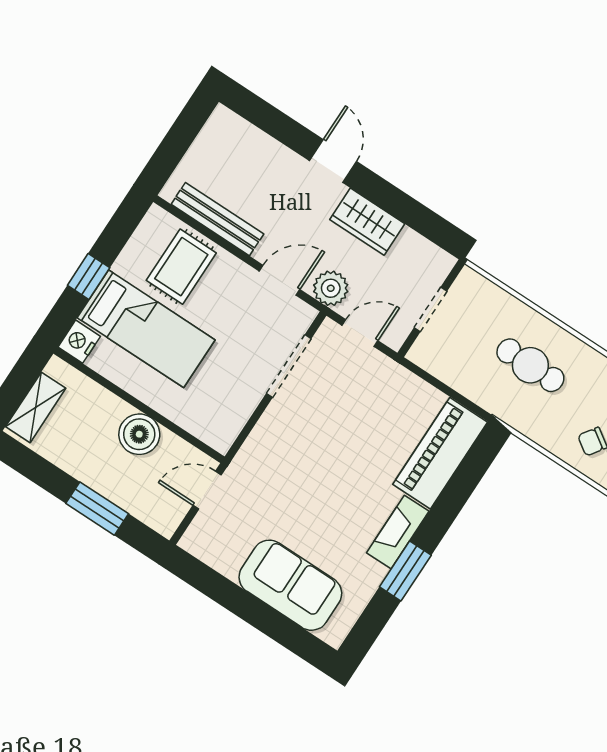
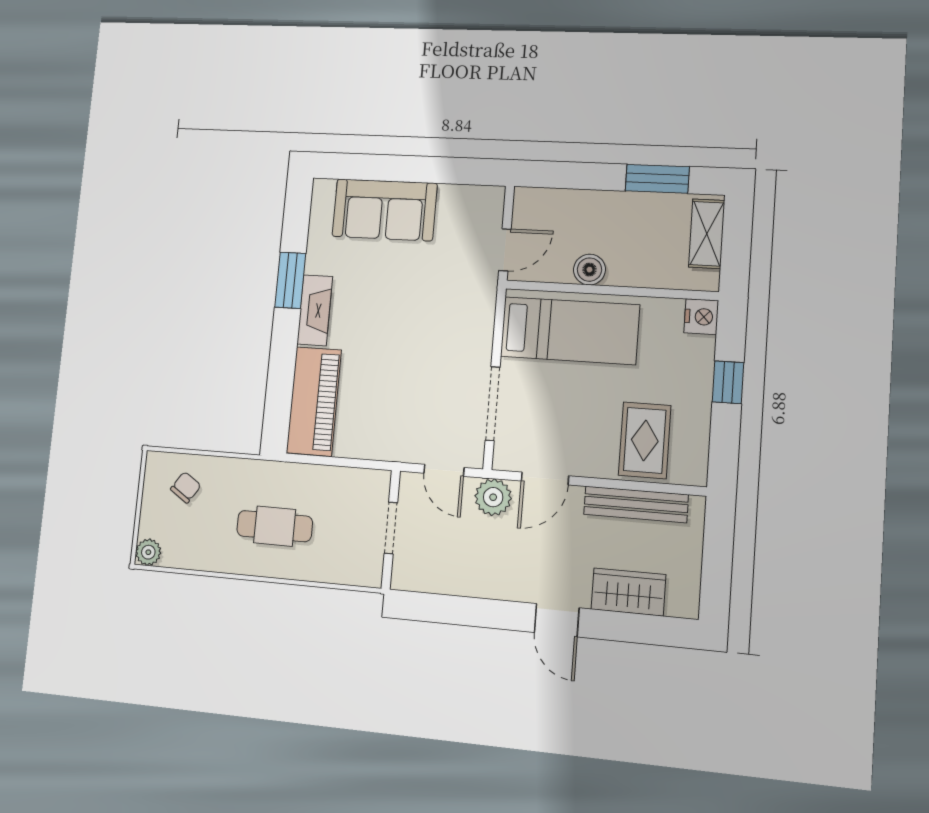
wardrobe: (367, 222) -> (628, 592), moved
bed: (146, 329) -> (570, 331), moved, turned 180
door: (360, 333) -> (444, 470), hinge flipped
boiler: (139, 434) -> (589, 270), width x0.73, depth x0.73
window: (97, 509) -> (657, 179), moved

